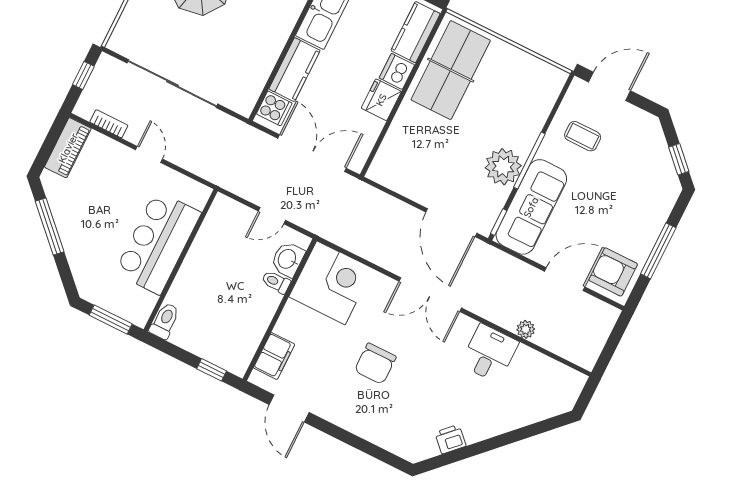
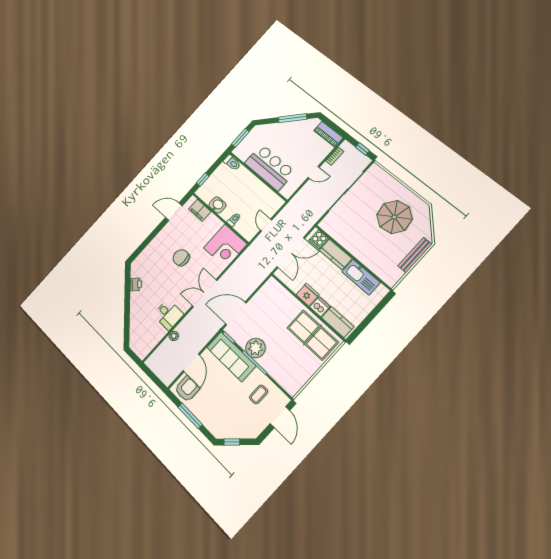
washbasin: (288, 259) -> (217, 205), moved

